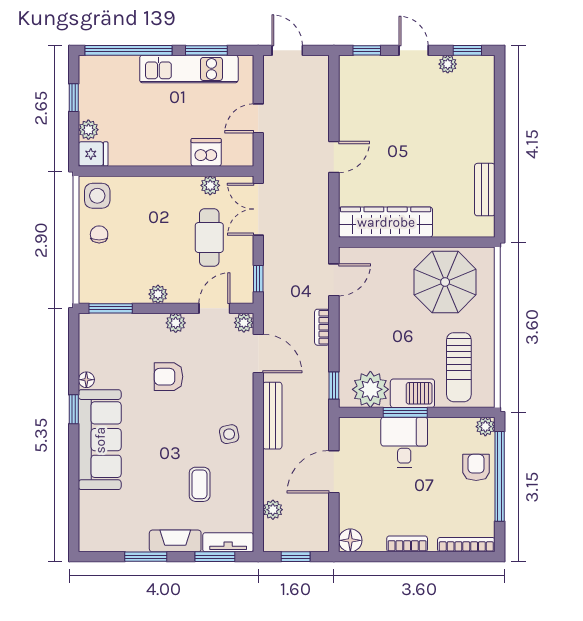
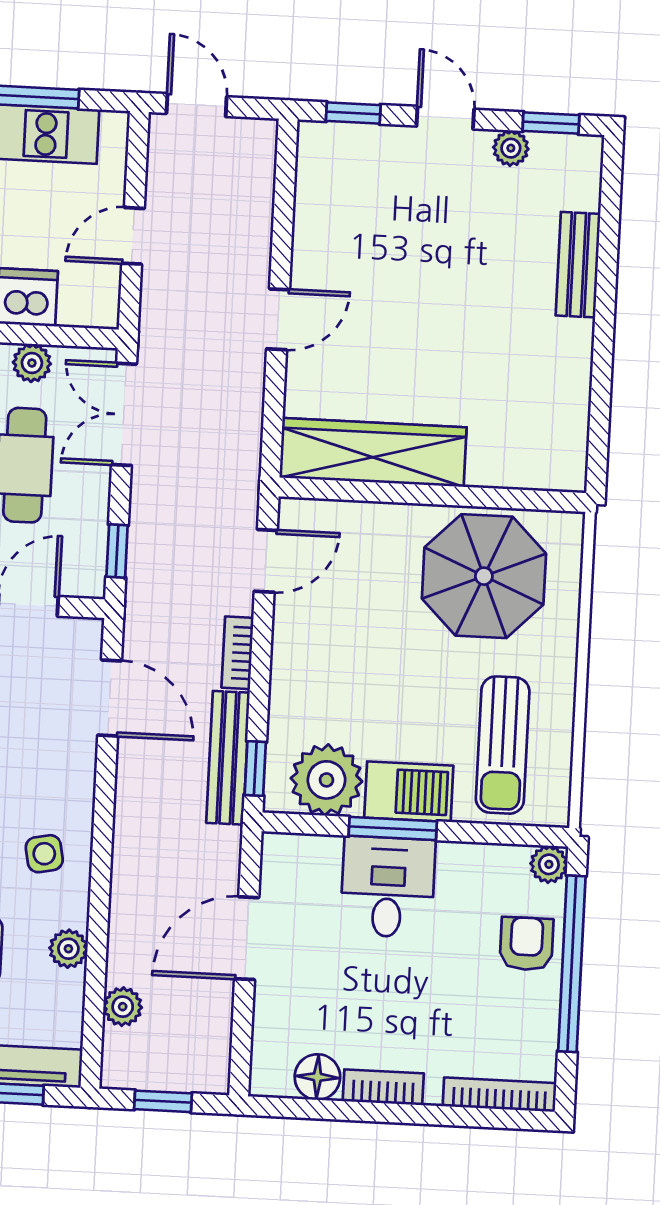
bench: (485, 190) -> (578, 265), moved
plant: (244, 323) -> (68, 949), moved
bench: (272, 416) -> (228, 758), moved
floor lamp: (350, 540) -> (317, 1077), moved

